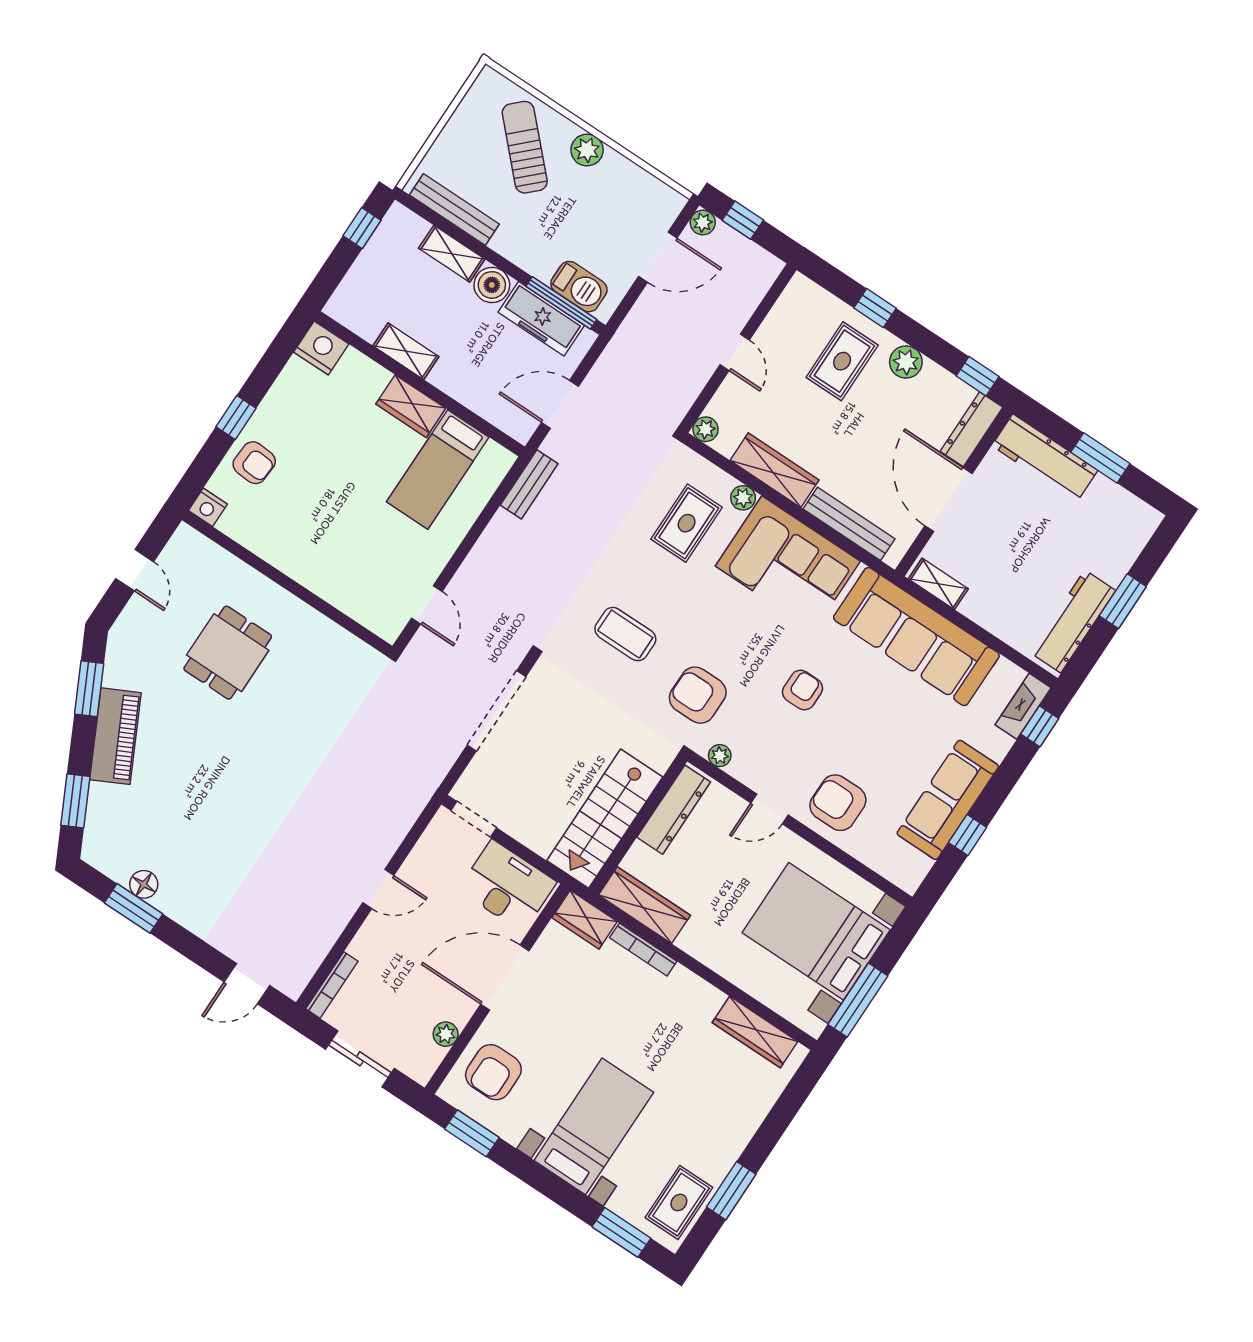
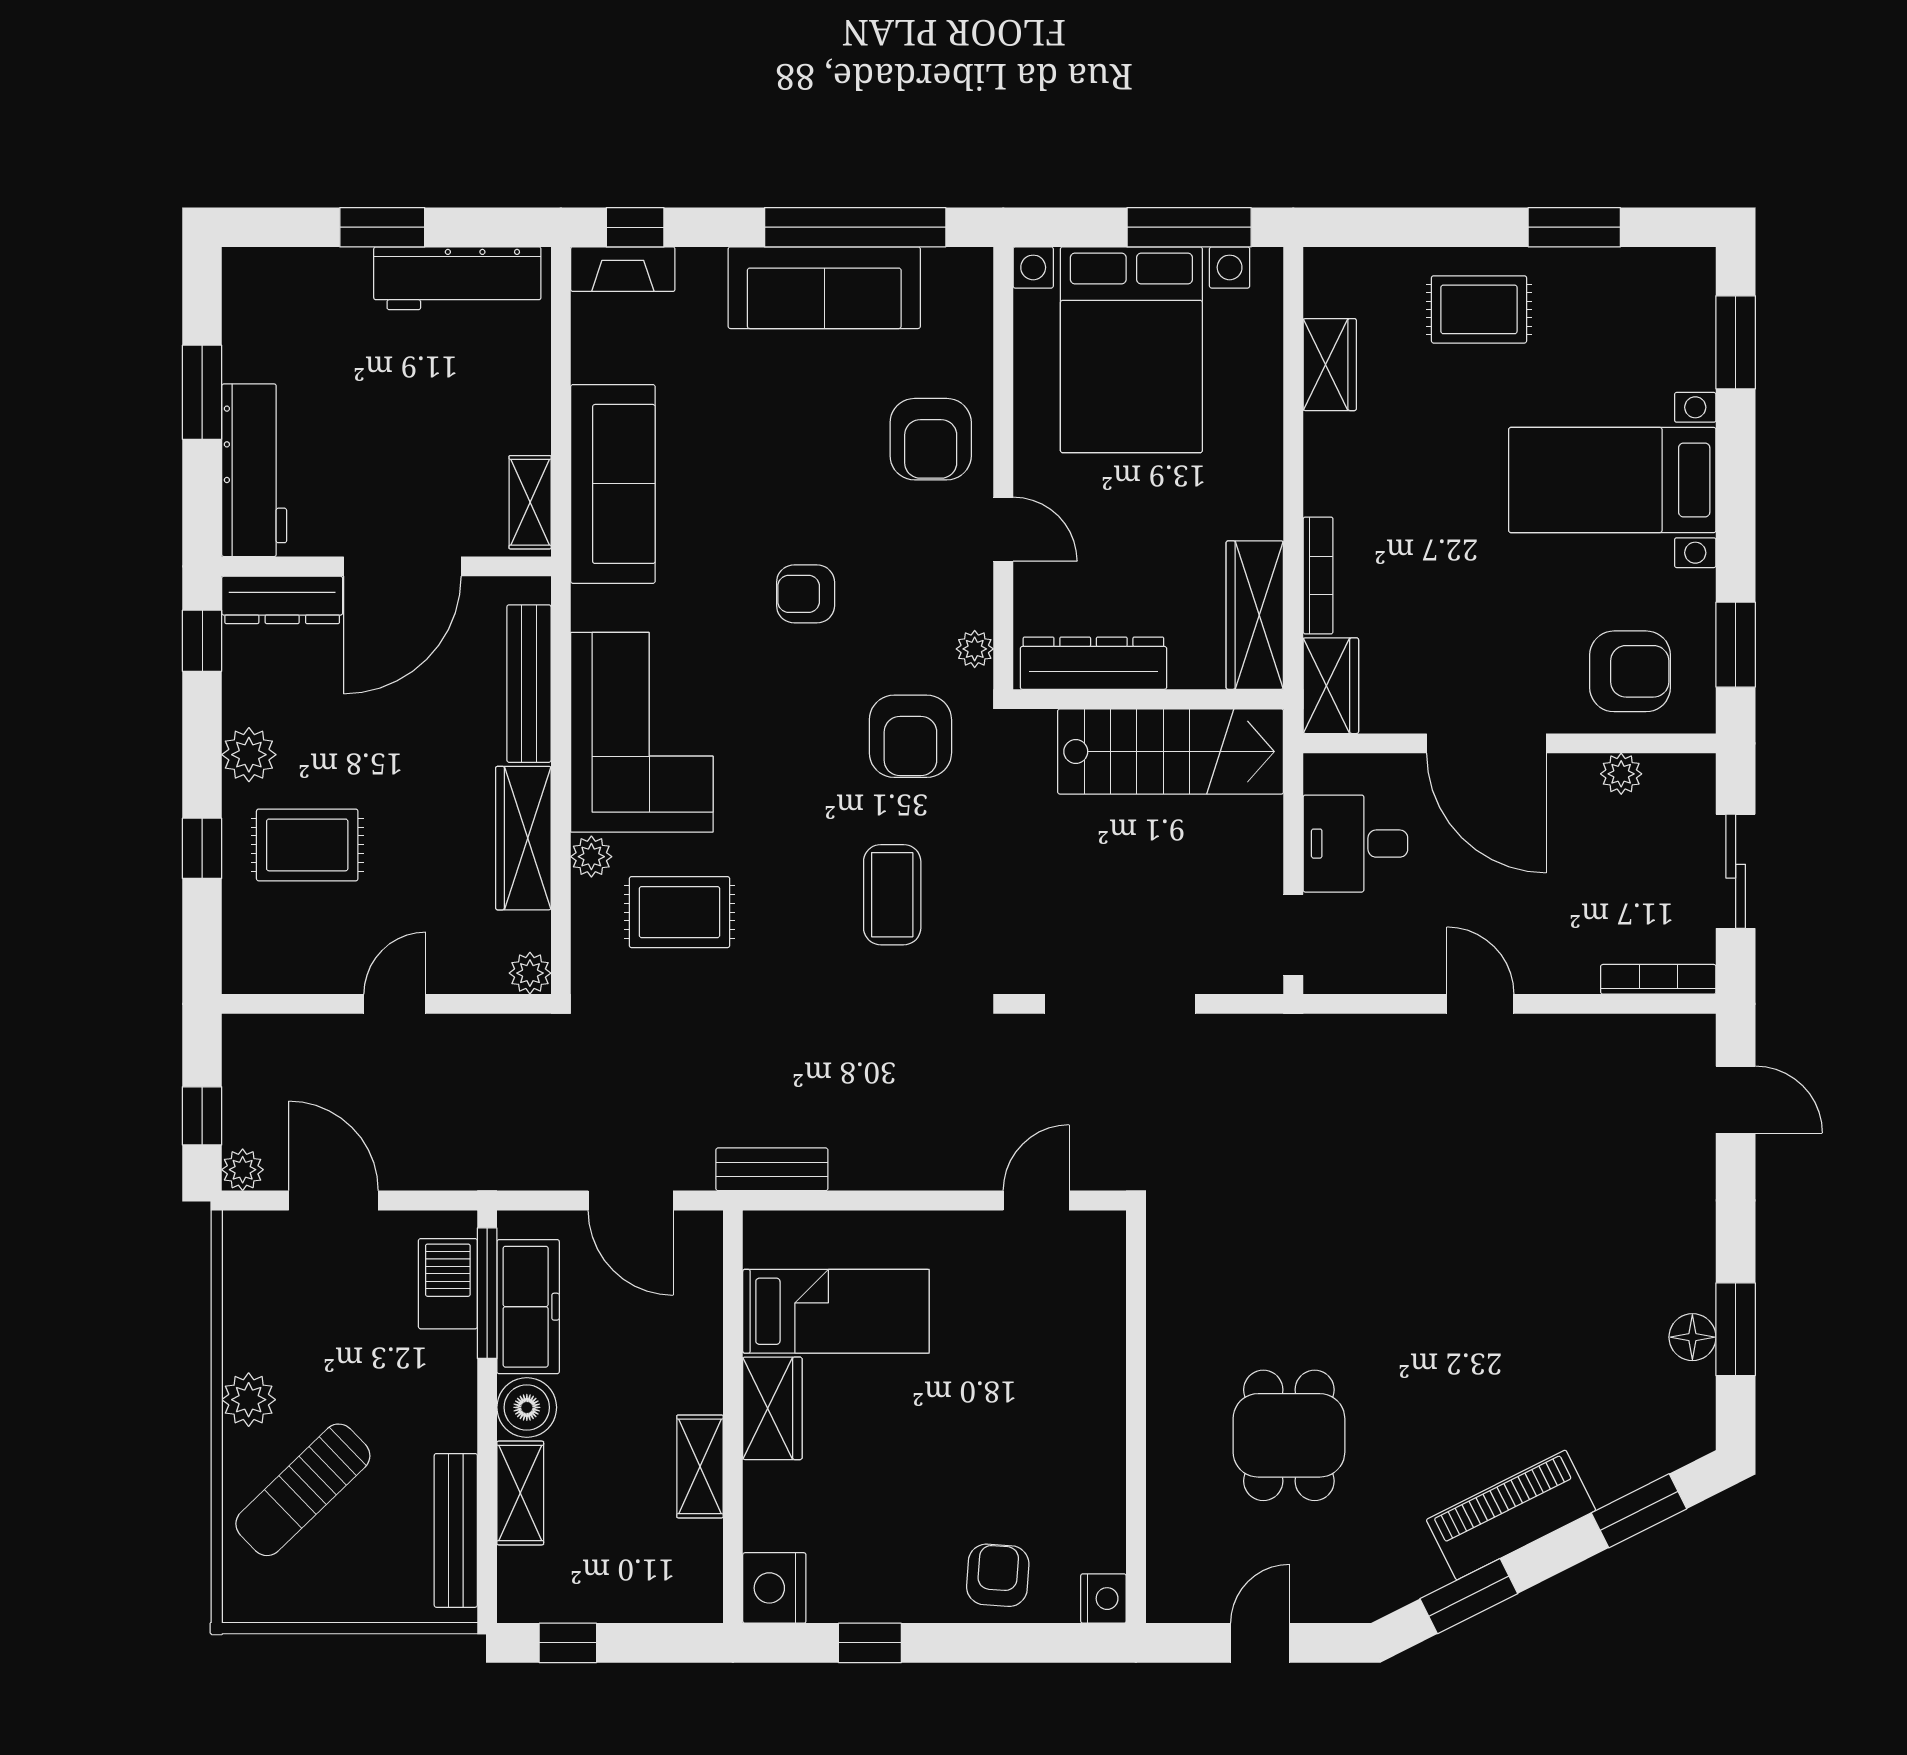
window: (236, 418) -> (870, 1643), moved
sofa: (916, 637) -> (613, 484), width x0.74, depth x0.79
dining table: (228, 653) -> (1289, 1435), turned 90
window: (967, 835) -> (855, 227), width x3.17
desk: (507, 886) -> (1355, 844), width x0.73
wardrobe: (755, 1032) -> (1330, 365), width x0.67
rug: (679, 1202) -> (1479, 309), moved

